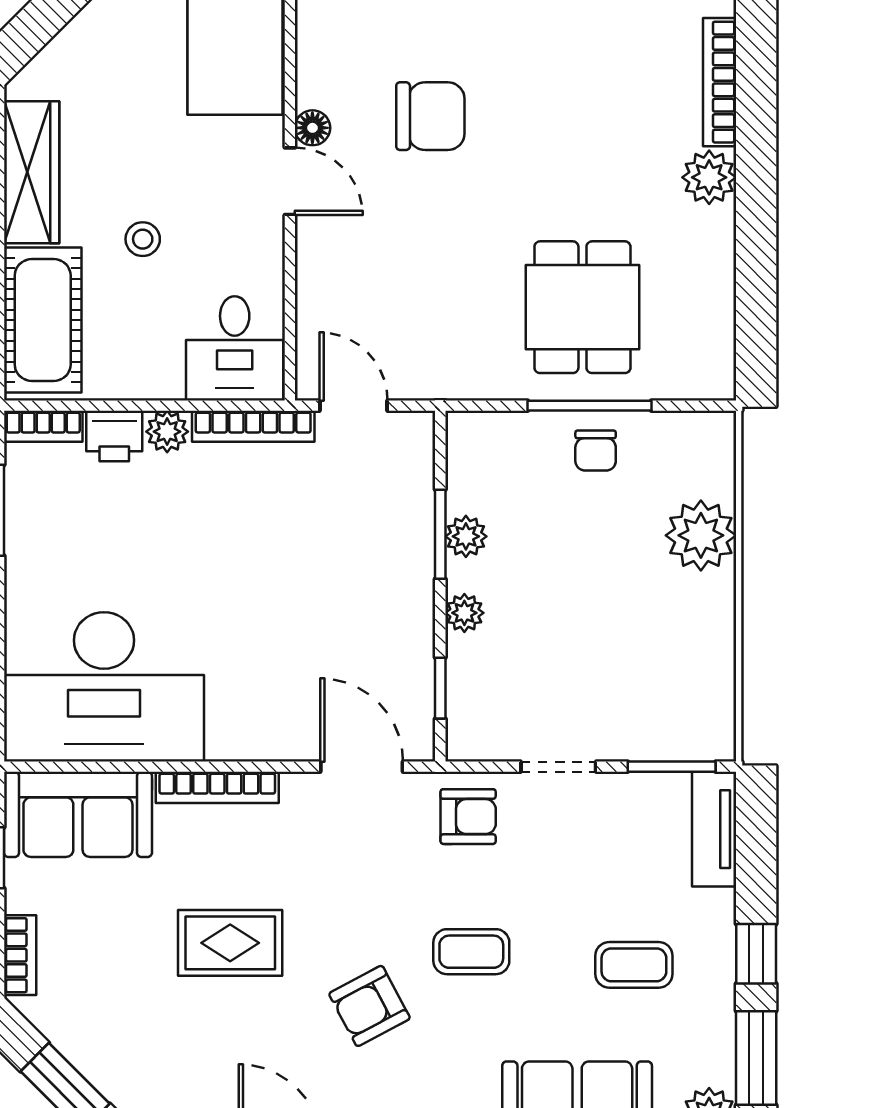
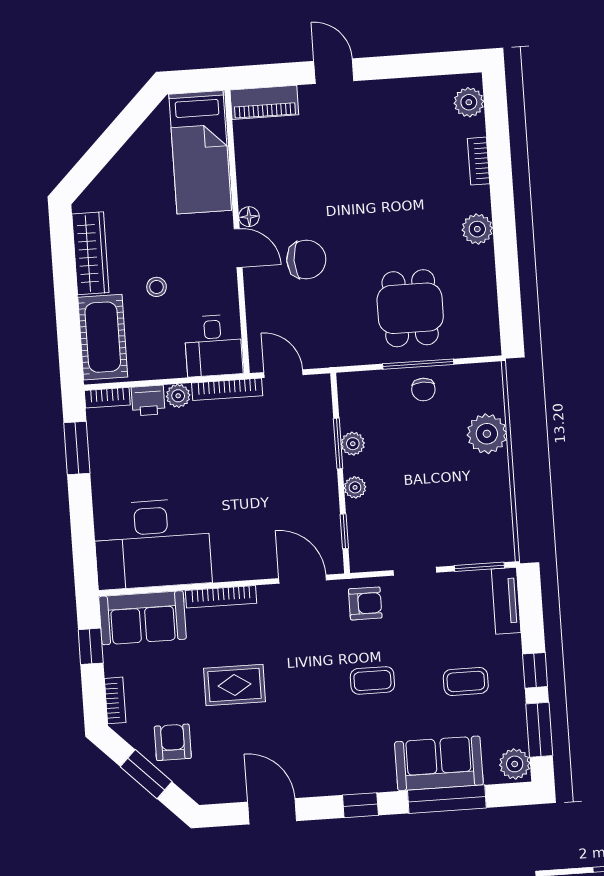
bookcase: (720, 82) -> (479, 161), width x0.64
chair: (430, 116) -> (306, 260), moved
armchair: (369, 1006) -> (173, 742), moved, turned 118

